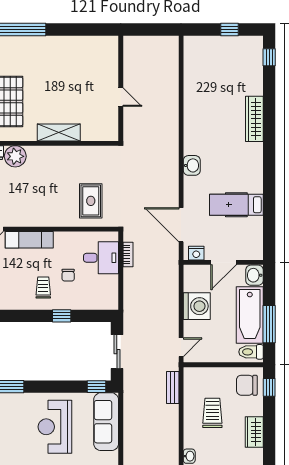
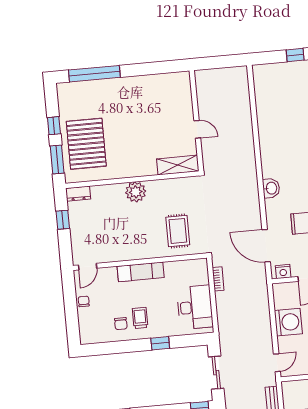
shelving: (59, 132) -> (178, 165), moved
plant: (15, 156) -> (136, 192), moved
exam couch: (29, 240) -> (141, 272), moved
desk: (101, 258) -> (195, 307), moved, width x1.37
chair: (68, 275) -> (121, 324), moved

